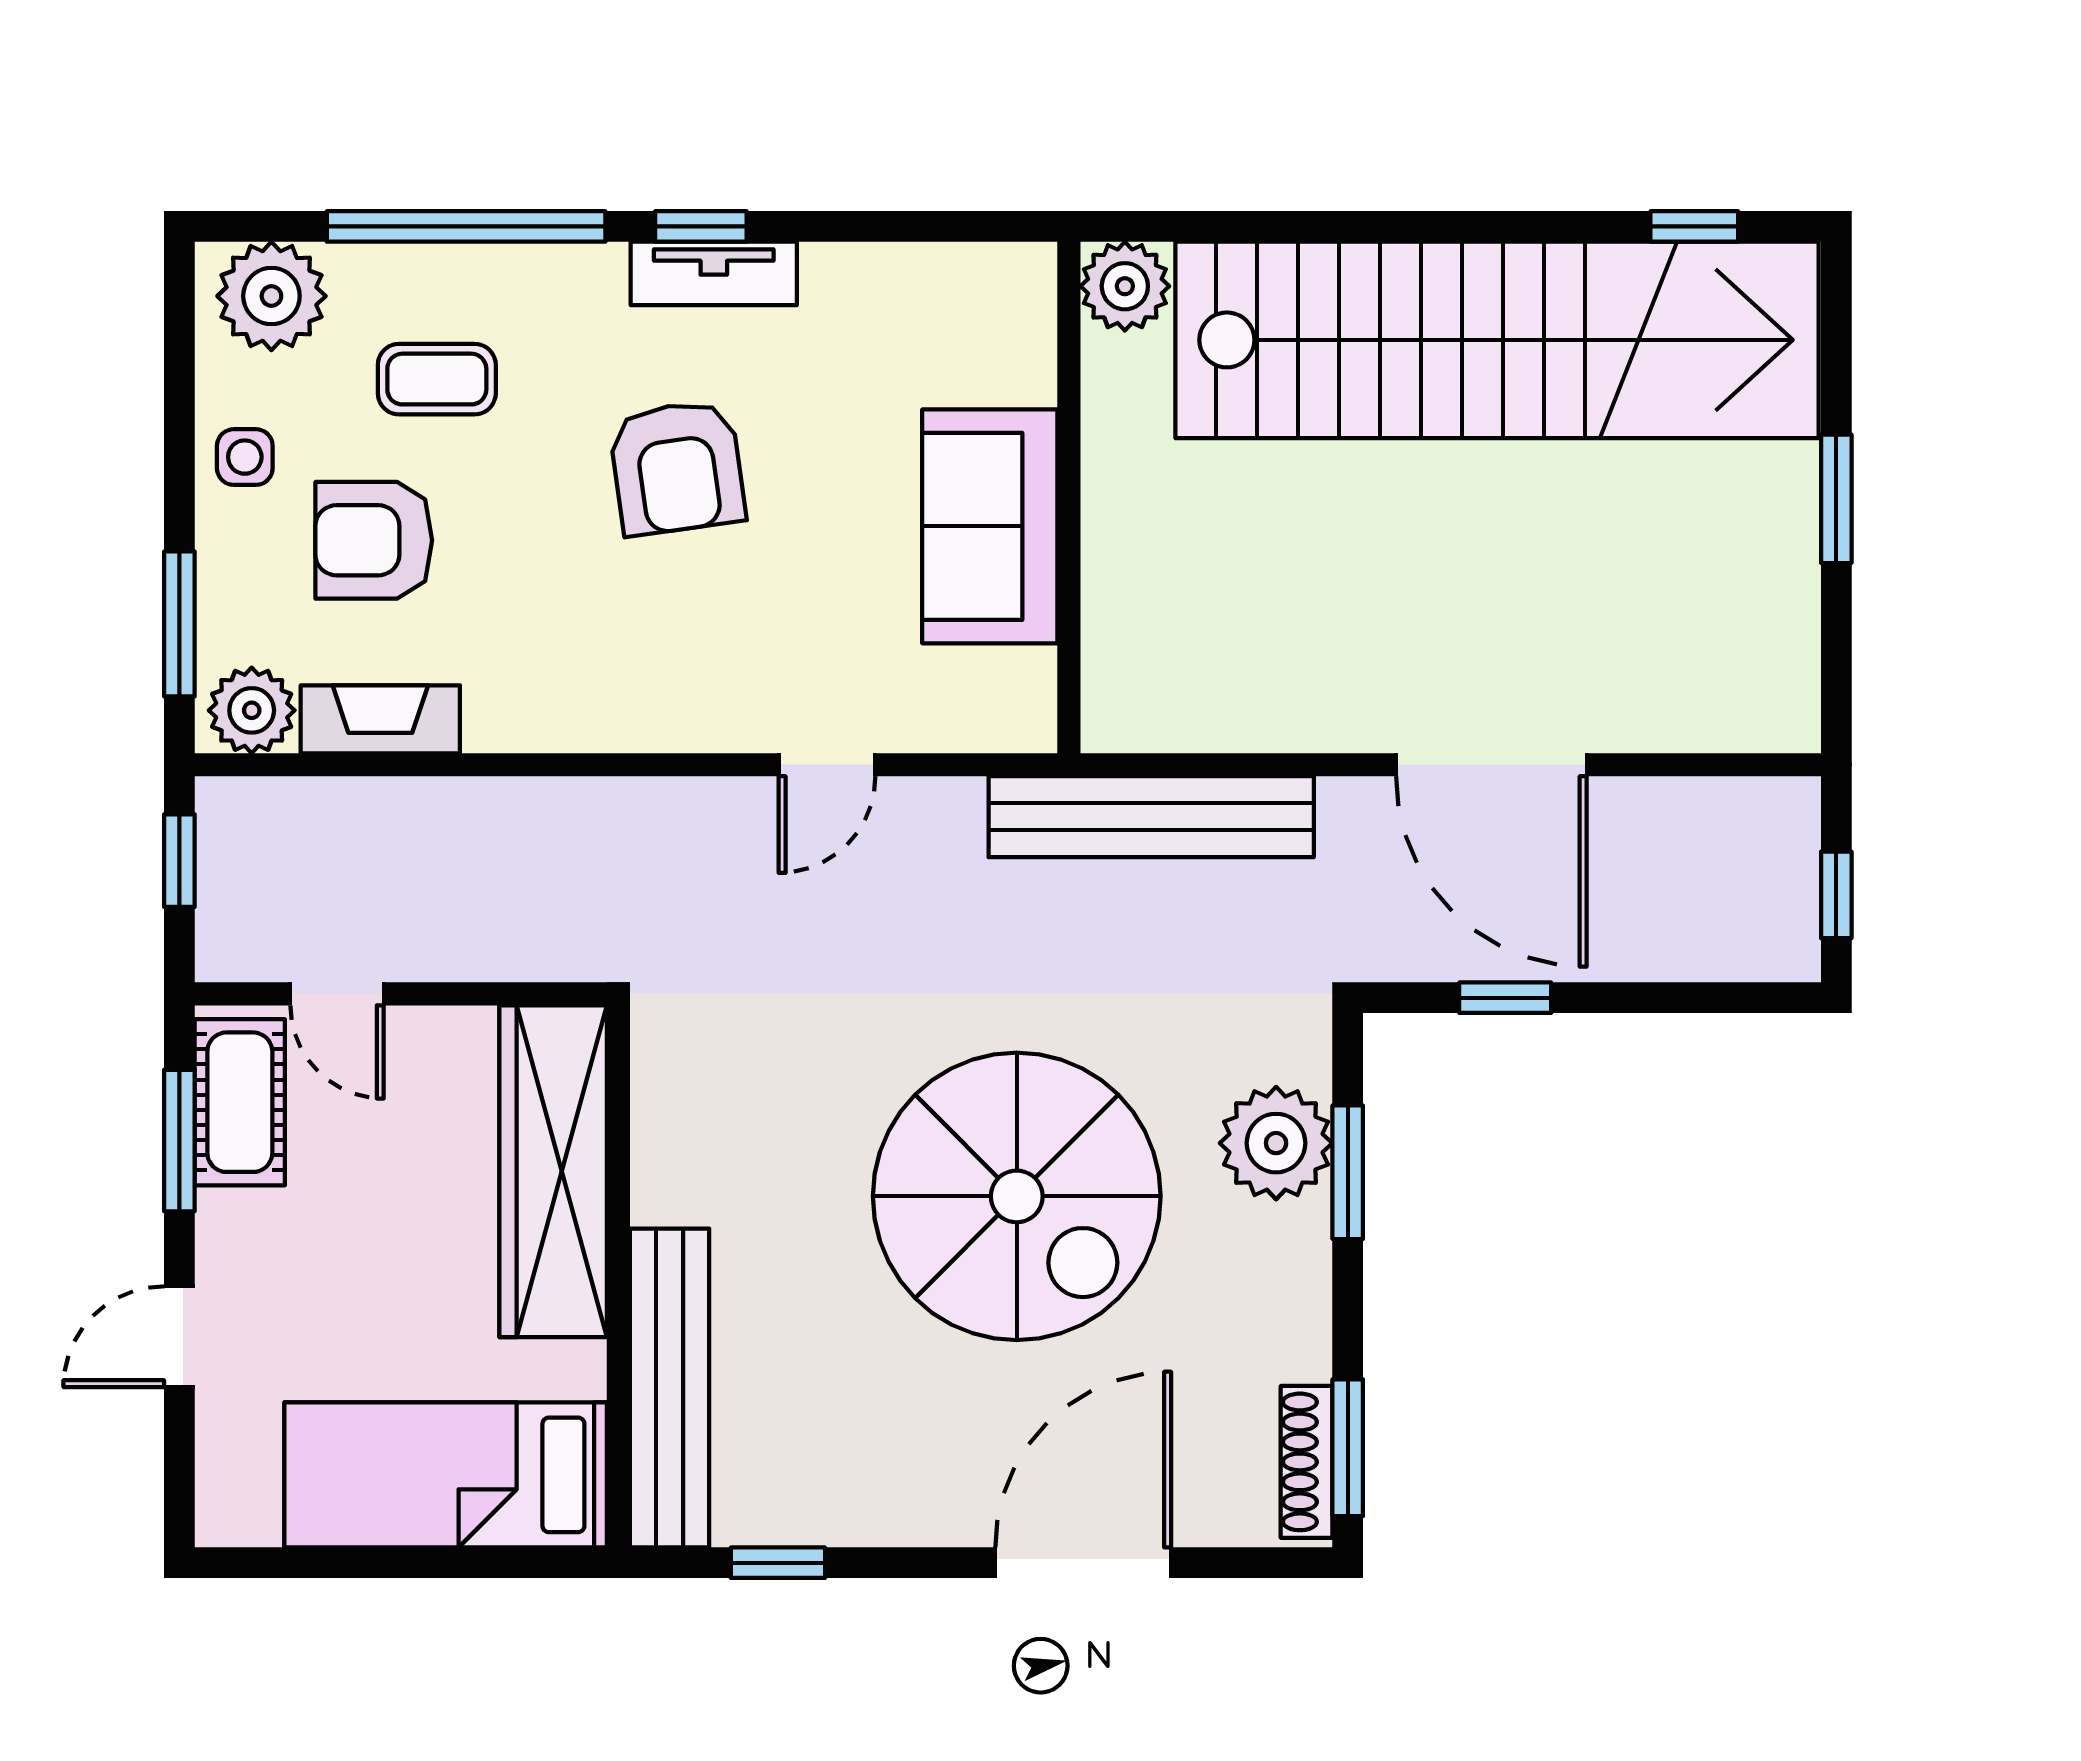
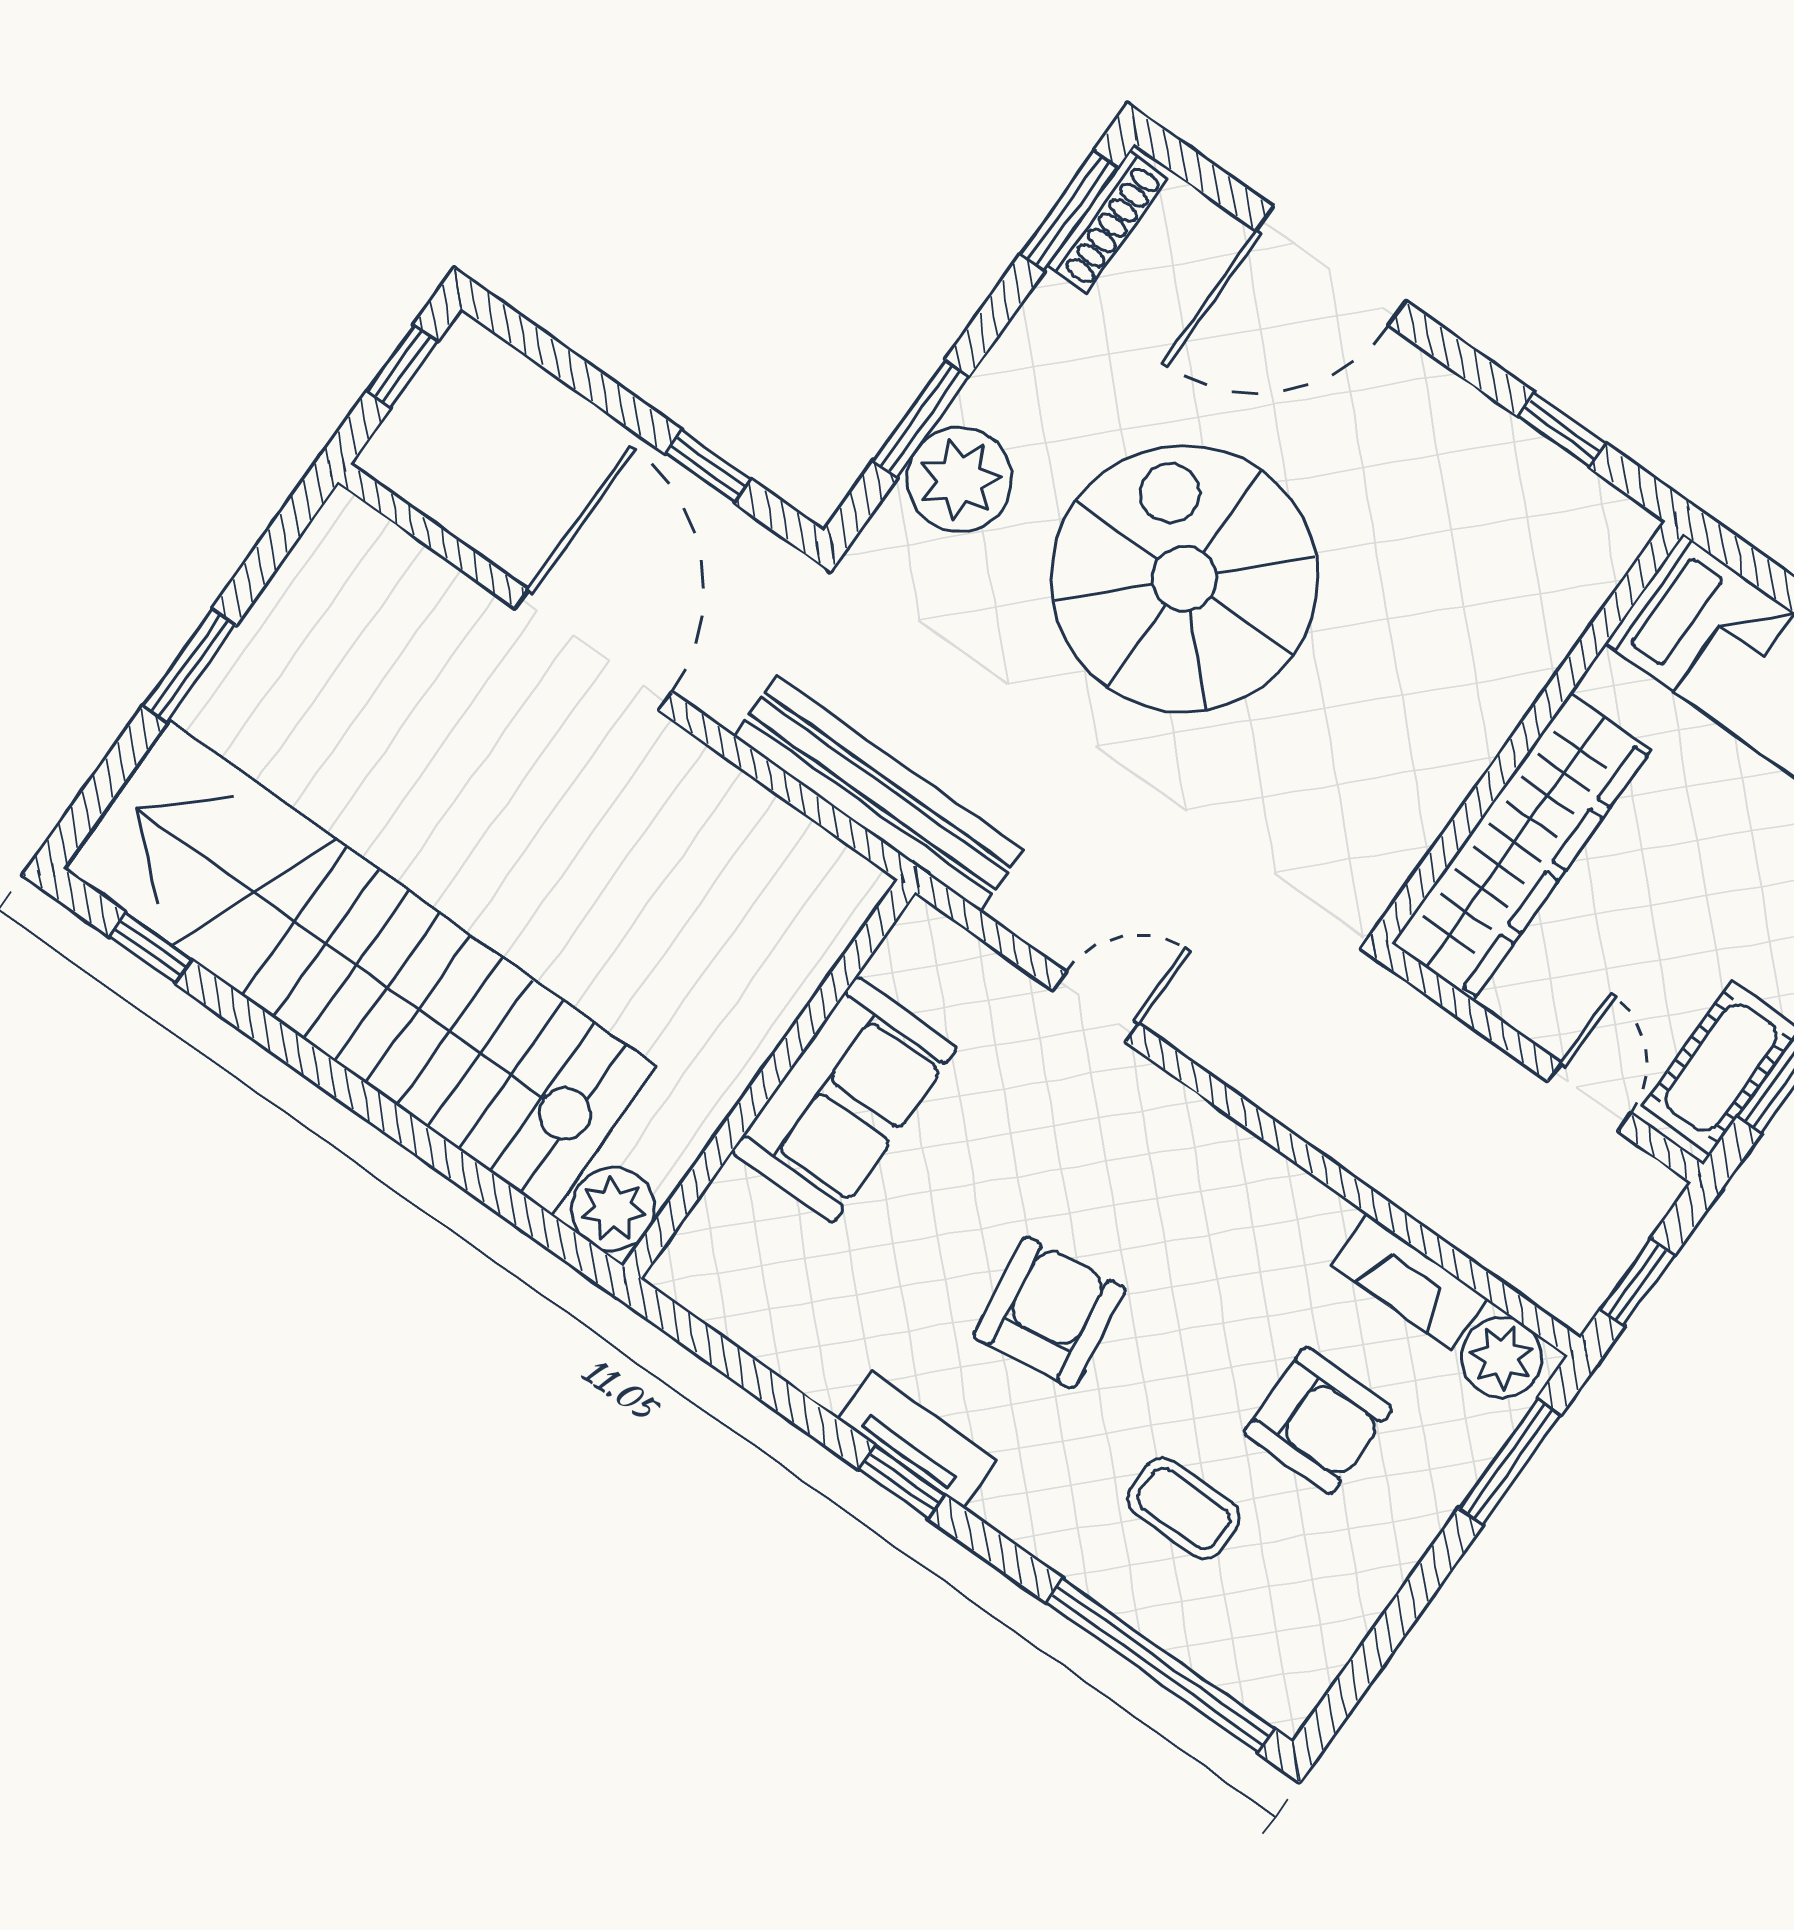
window: (466, 226) -> (1160, 1665), moved
plant: (271, 296) -> (1264, 1660), removed
side table: (245, 457) -> (1371, 1553), removed
bench: (670, 1388) -> (1550, 620), removed

